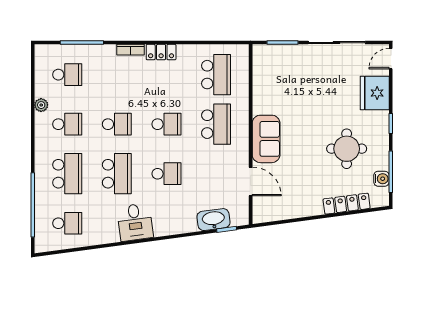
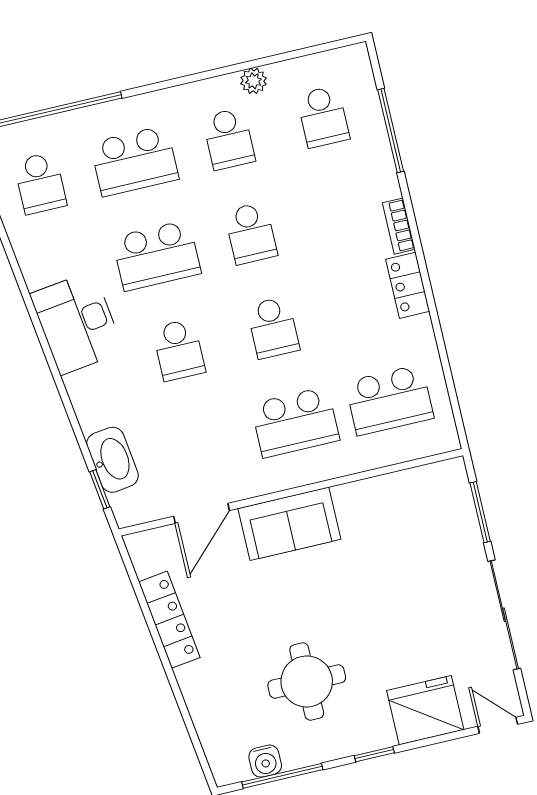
locker: (347, 204) -> (169, 620), moved
desk: (135, 222) -> (77, 323), width x1.37

